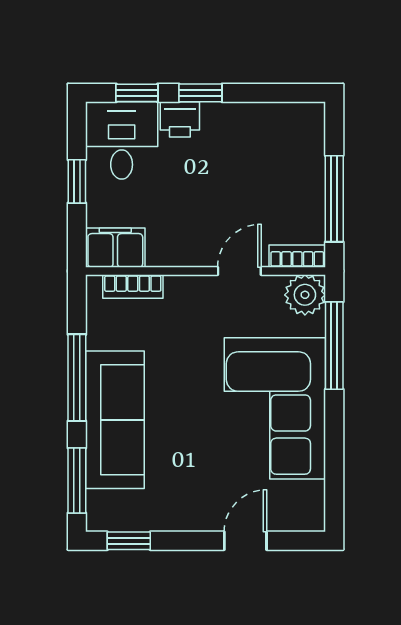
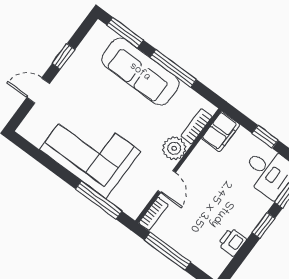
printer: (180, 119) -> (232, 242), moved
plant: (305, 295) -> (174, 148), moved
window: (129, 541) -> (64, 56), moved
door: (245, 541) -> (38, 91), swing flipped

